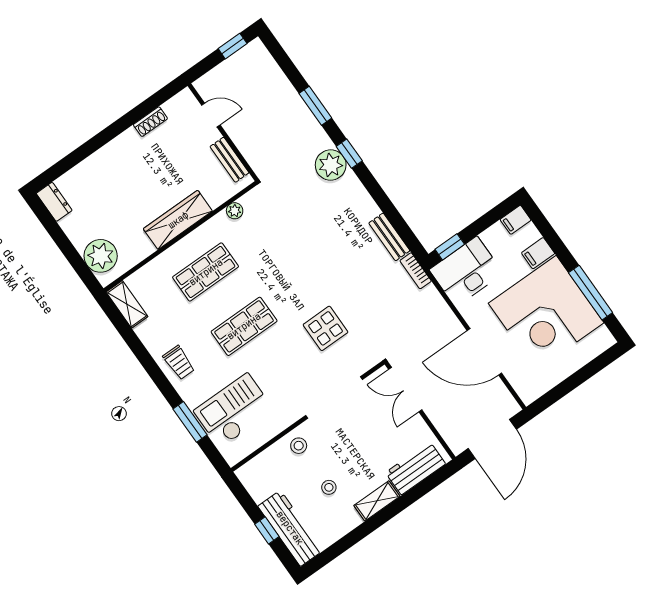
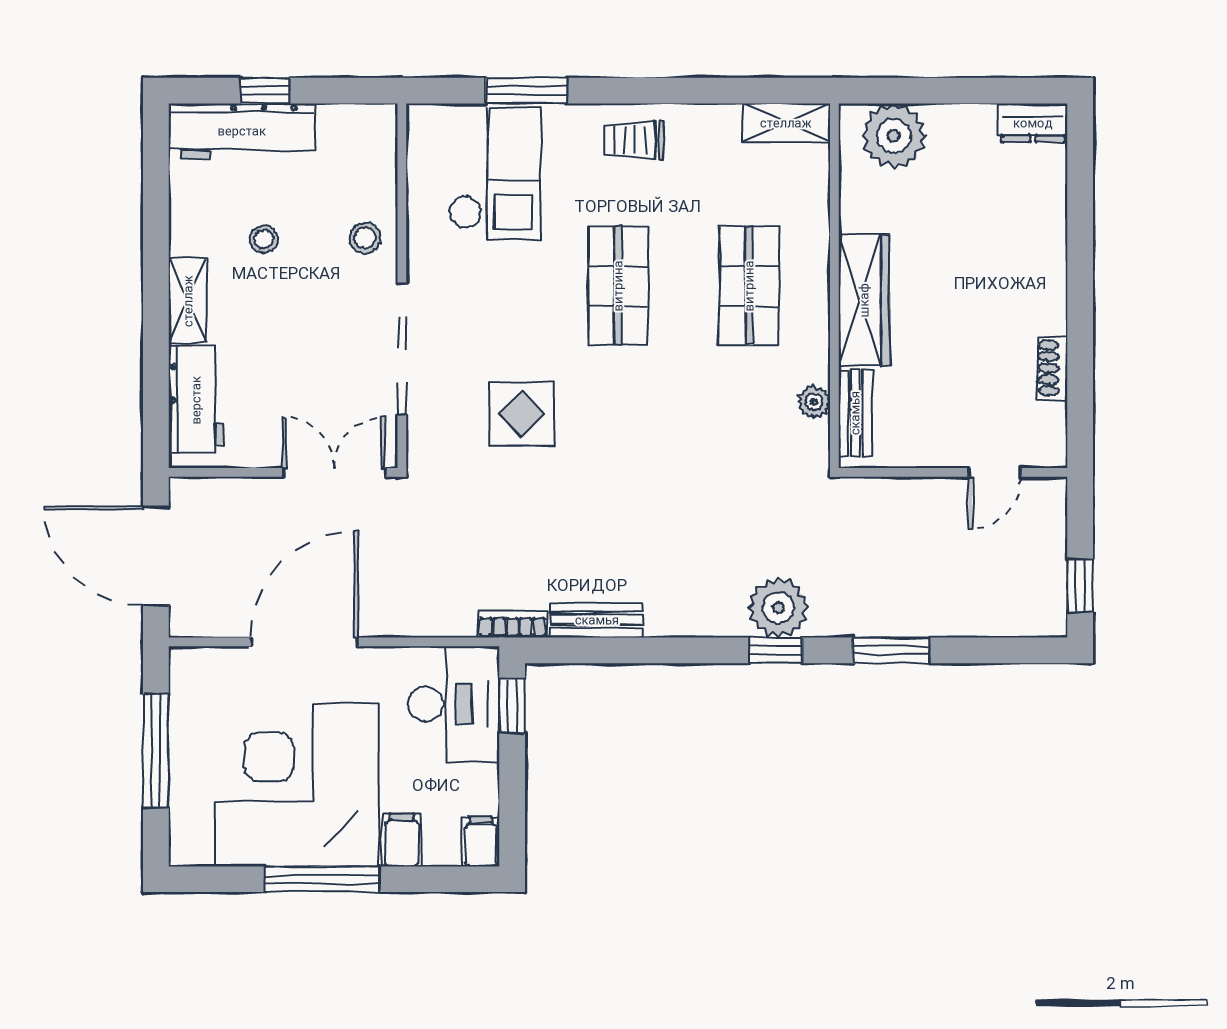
bench: (229, 160) -> (855, 413), moved, turned 90
window: (591, 293) -> (322, 879), moved
window: (573, 381) -> (156, 751), added

